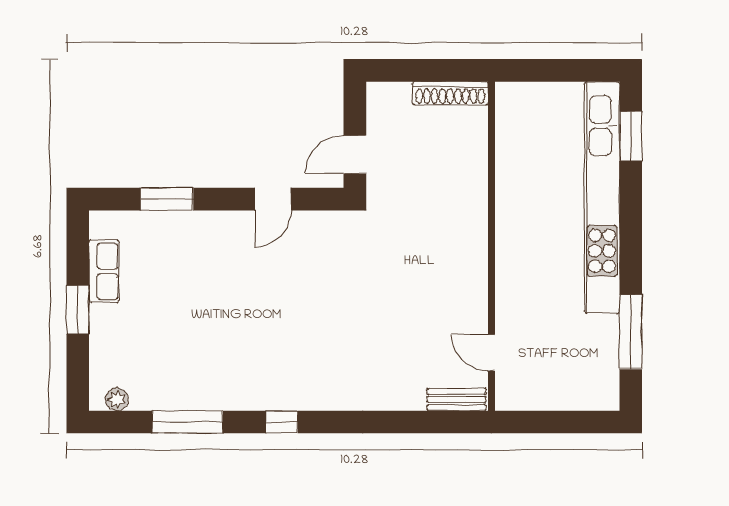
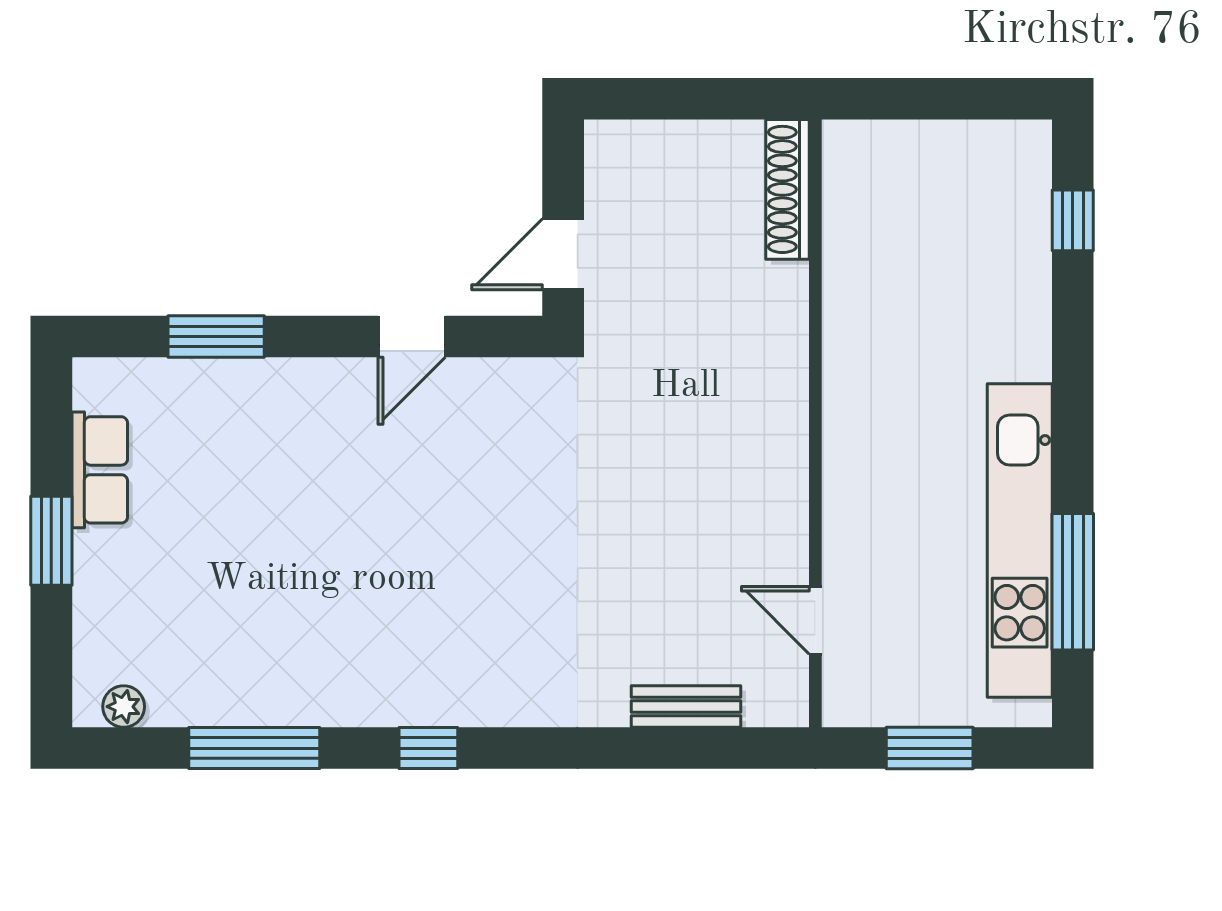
shoe rack: (450, 93) -> (788, 189), moved, turned 90
window: (631, 136) -> (1073, 220), width x0.67
kitchen unit: (602, 198) -> (1020, 540), moved, width x0.73
bench: (456, 399) -> (686, 706), moved
window: (553, 422) -> (930, 748), added

